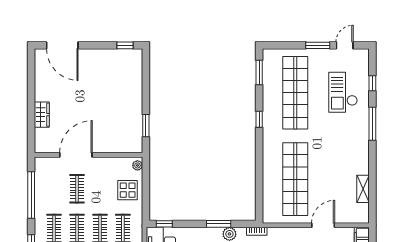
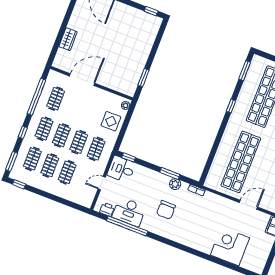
clothes rail: (77, 189) -> (56, 99), moved

